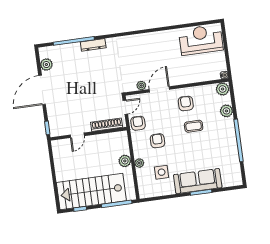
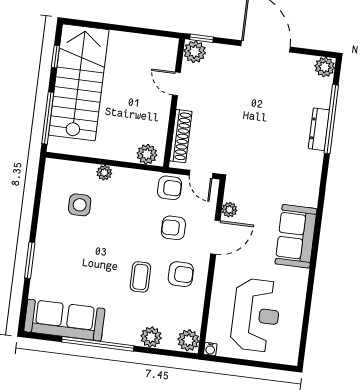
reception desk: (201, 40) -> (256, 315), moved
sofa: (146, 43) -> (296, 236), added
dresser: (93, 45) -> (319, 129), moved
plant: (46, 65) -> (325, 67), moved
door: (159, 89) -> (215, 237), hinge flipped
plant: (56, 130) -> (195, 52), added
armchair: (157, 141) -> (173, 228), moved, turned 180
plant: (125, 161) -> (147, 154), moved
sofa: (198, 181) -> (64, 320), moved, turned -90

